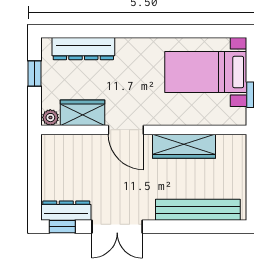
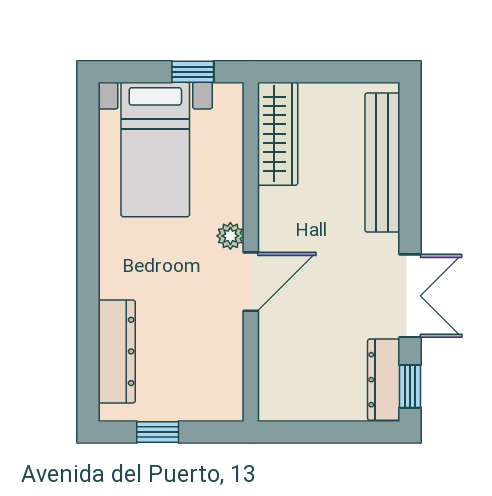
wardrobe: (83, 113) -> (223, 353), removed
plant: (50, 118) -> (230, 236), moved
wardrobe: (184, 146) -> (278, 134), moved

